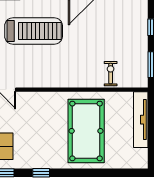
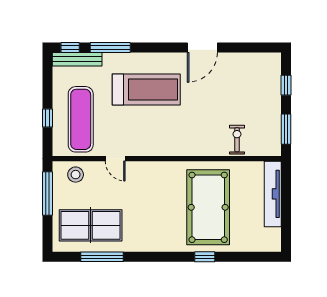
window: (41, 173) -> (205, 257), moved

